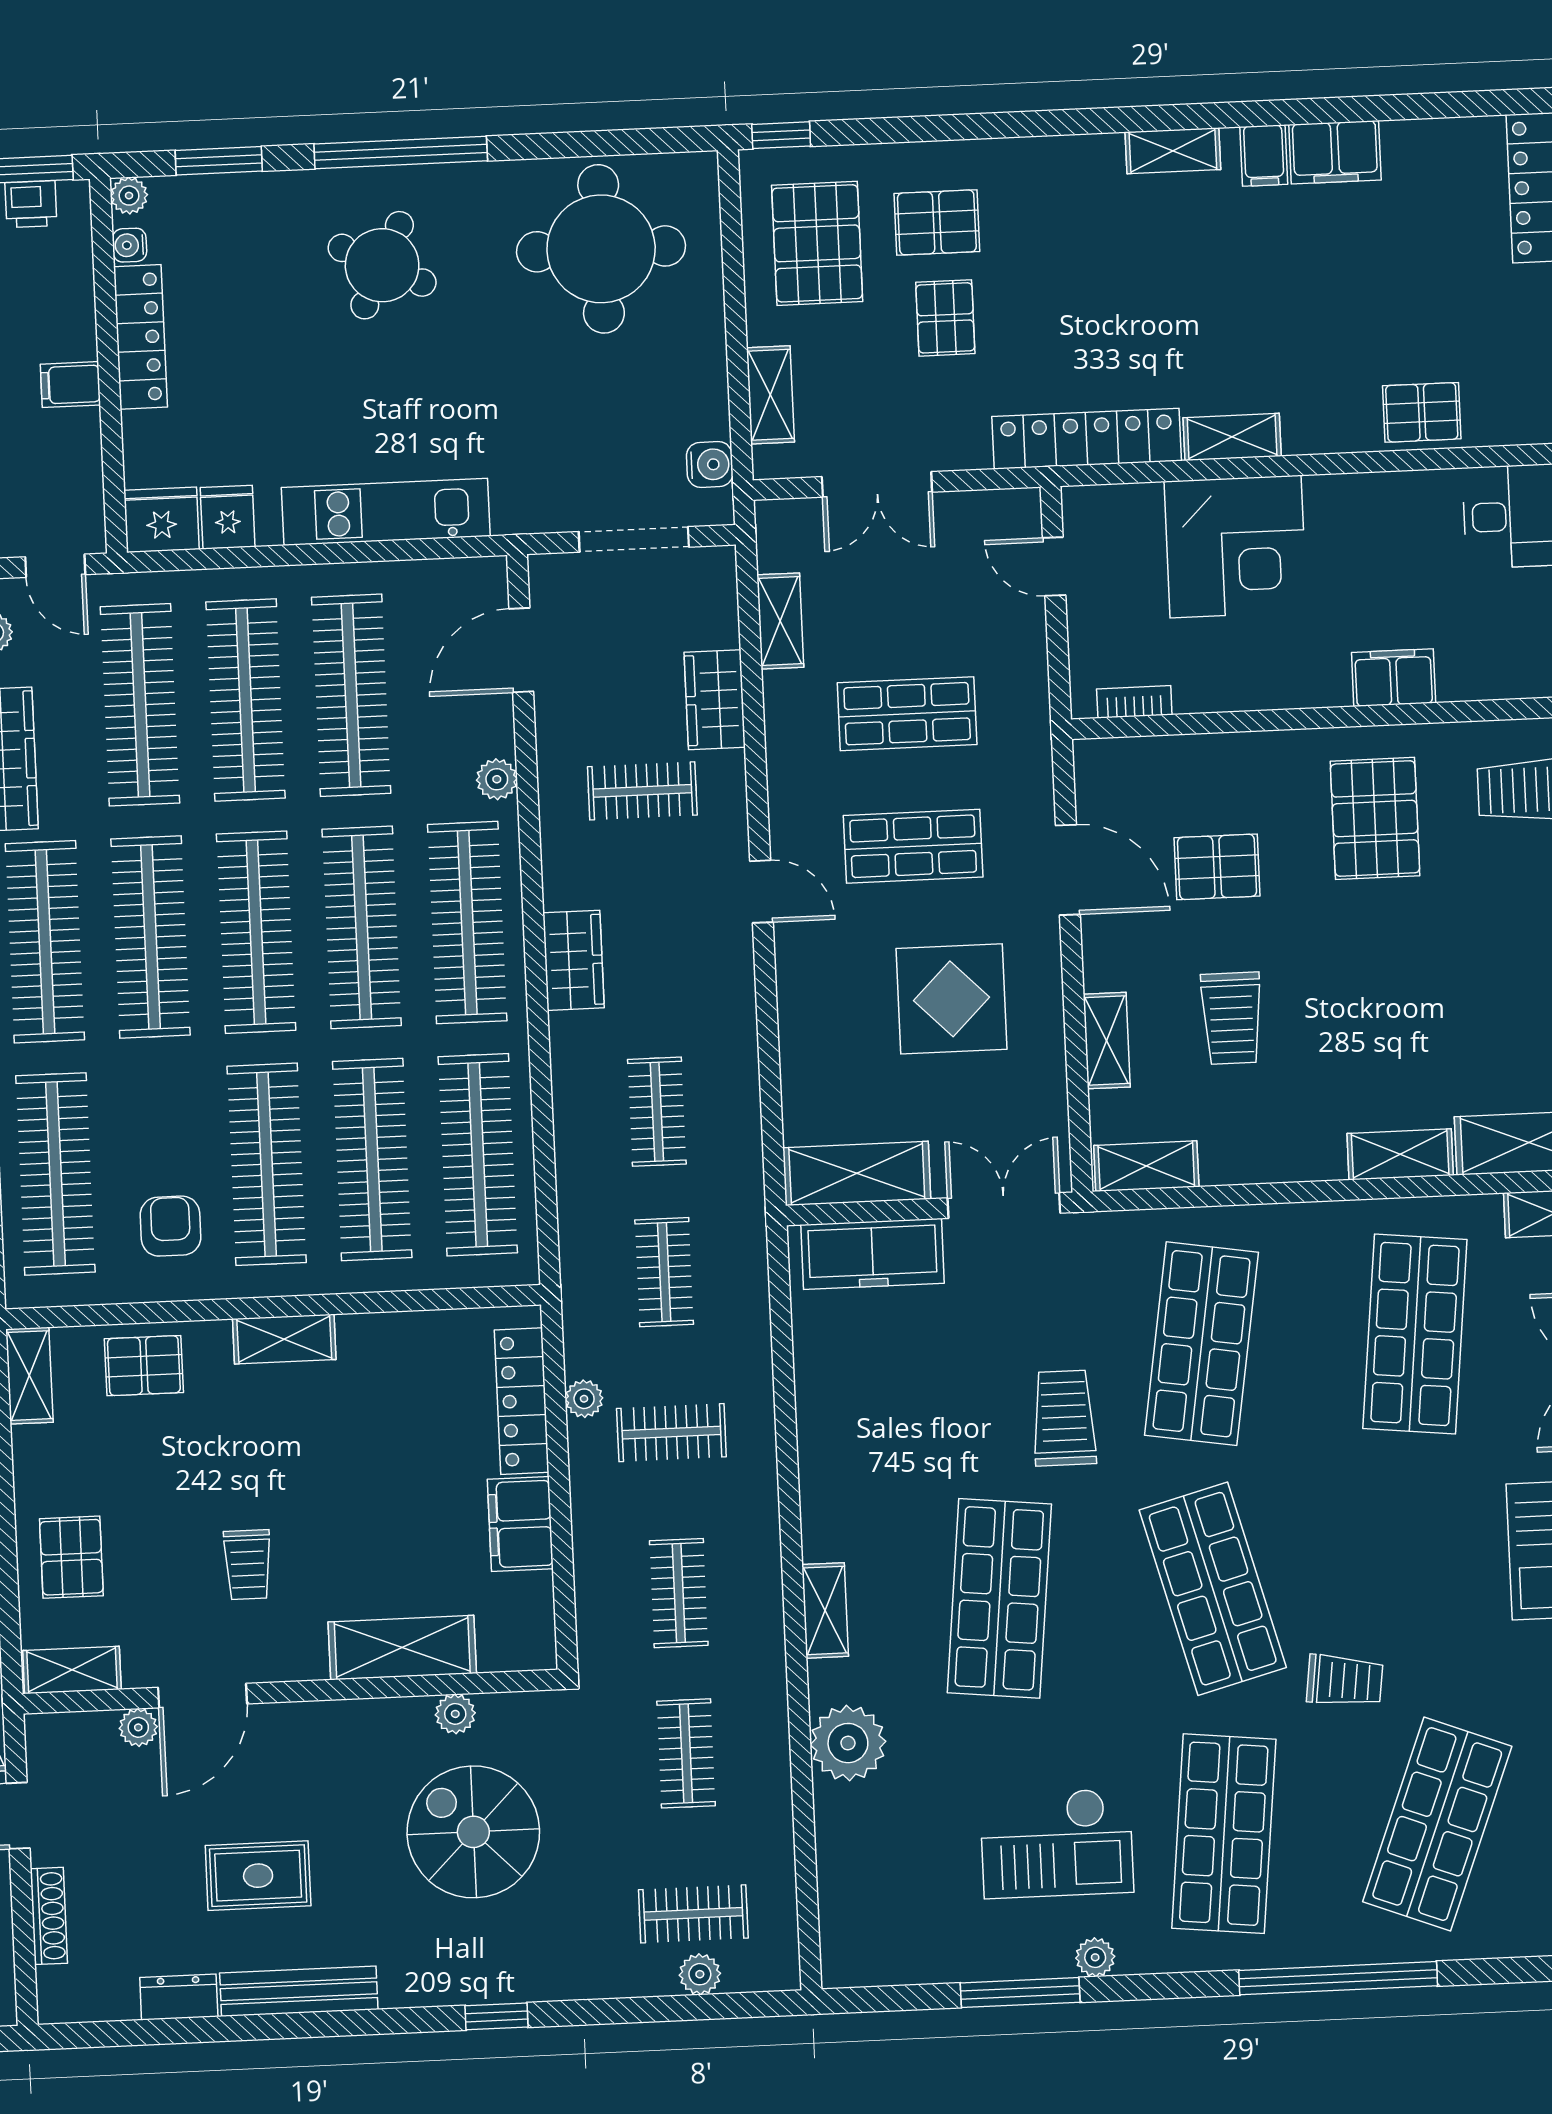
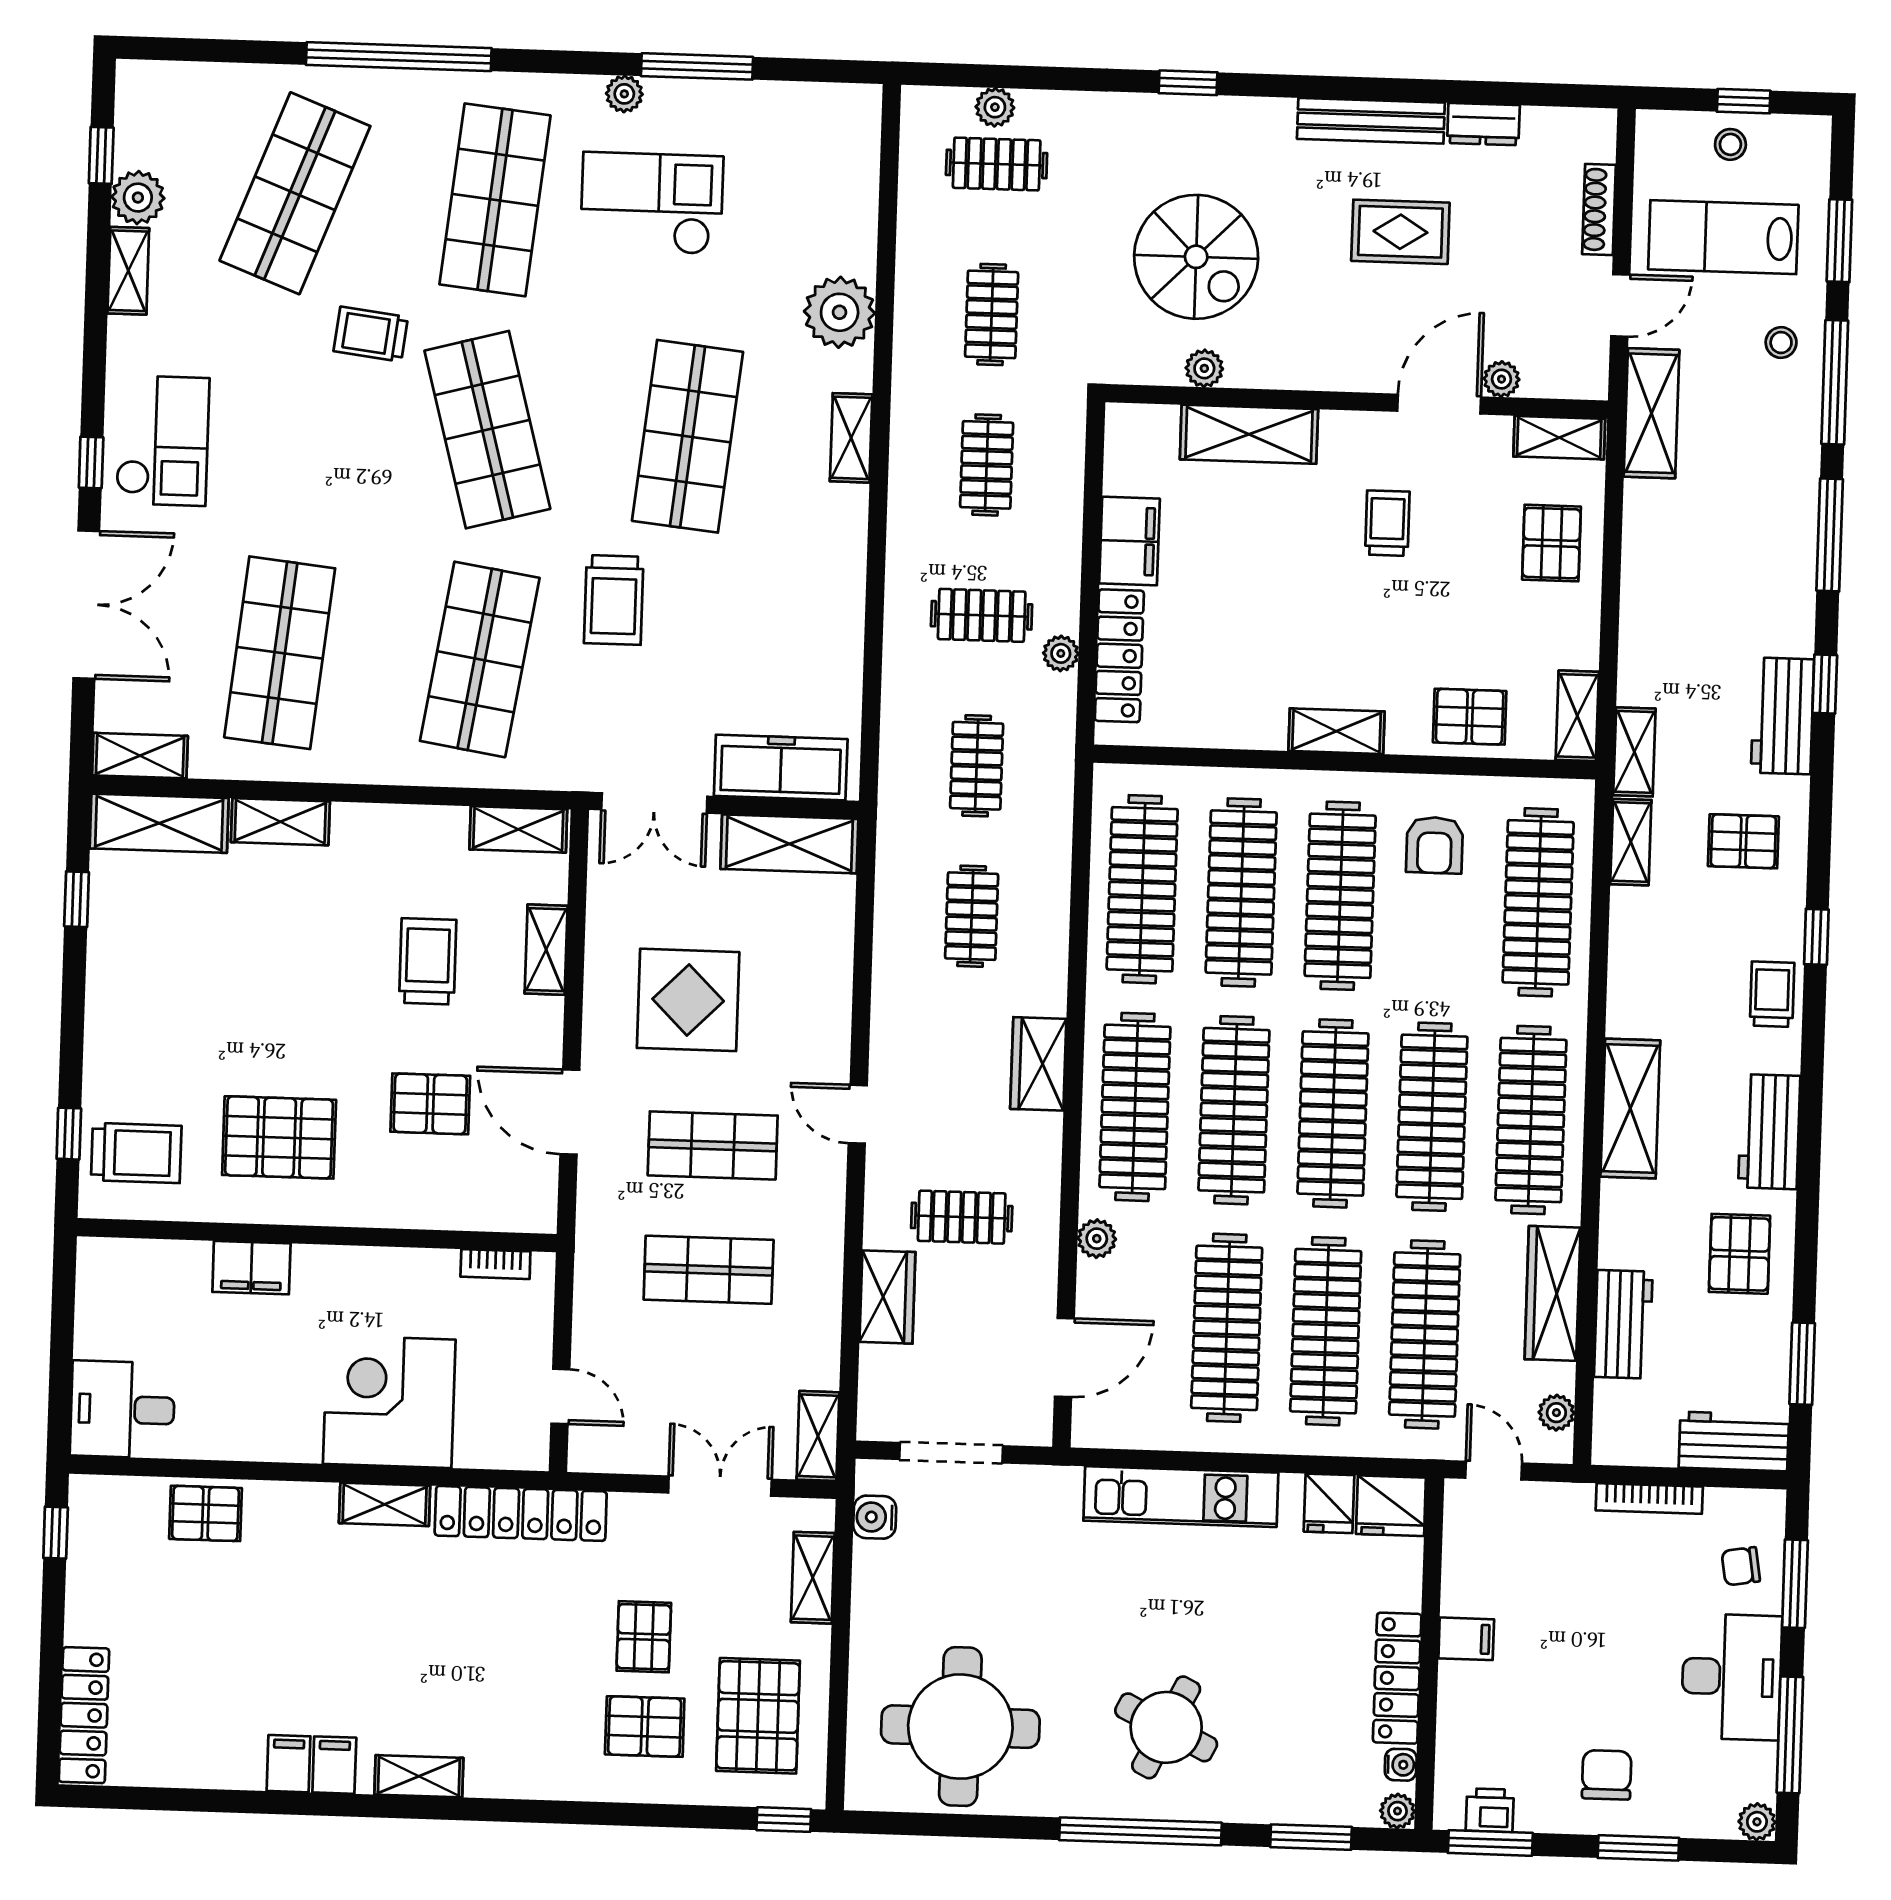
filing cabinet: (1335, 152) -> (289, 1764), width x0.50
shelving: (780, 621) -> (818, 1436), moved
pallet: (1375, 818) -> (279, 1137), turned 90

